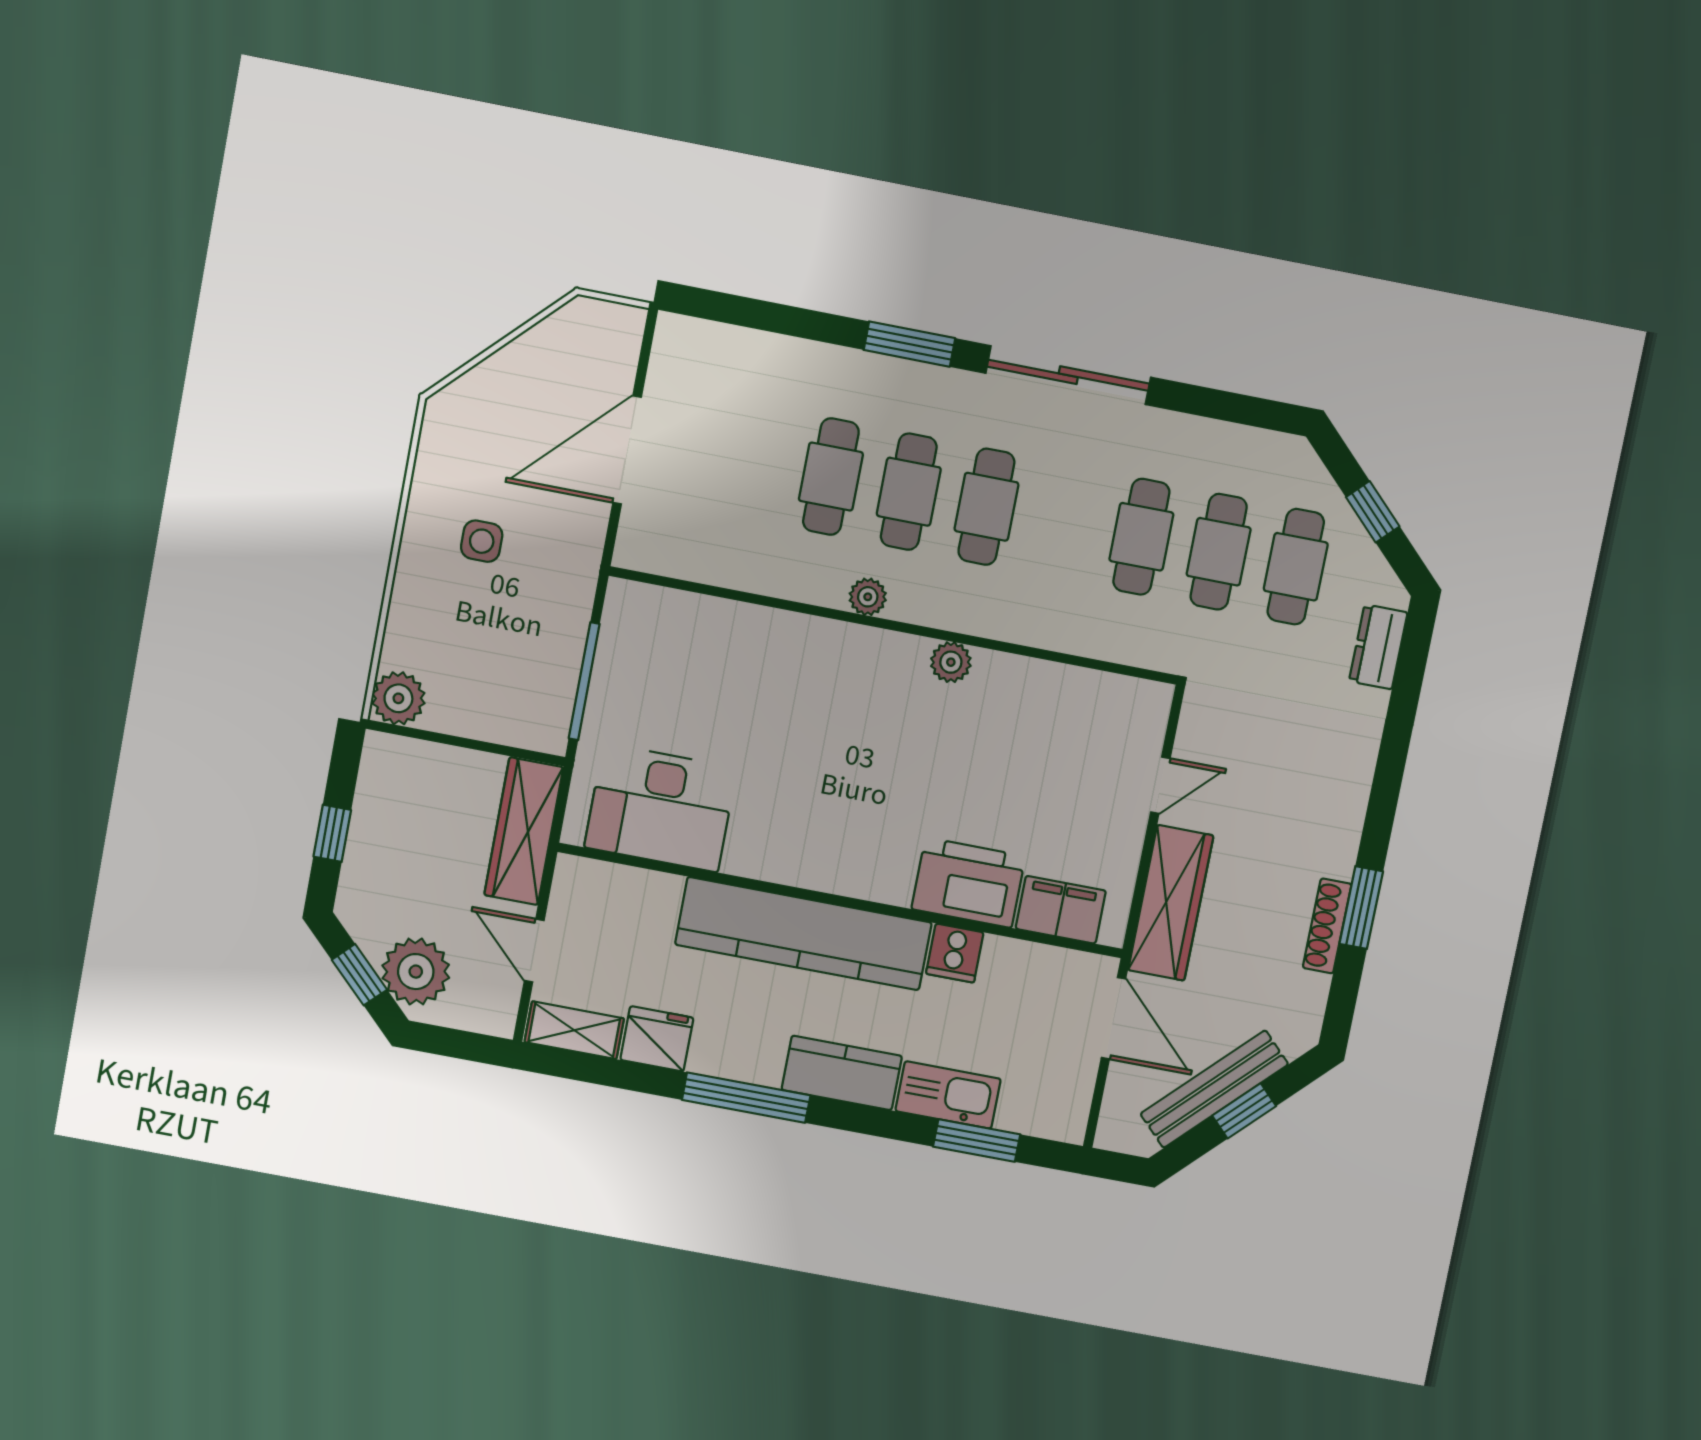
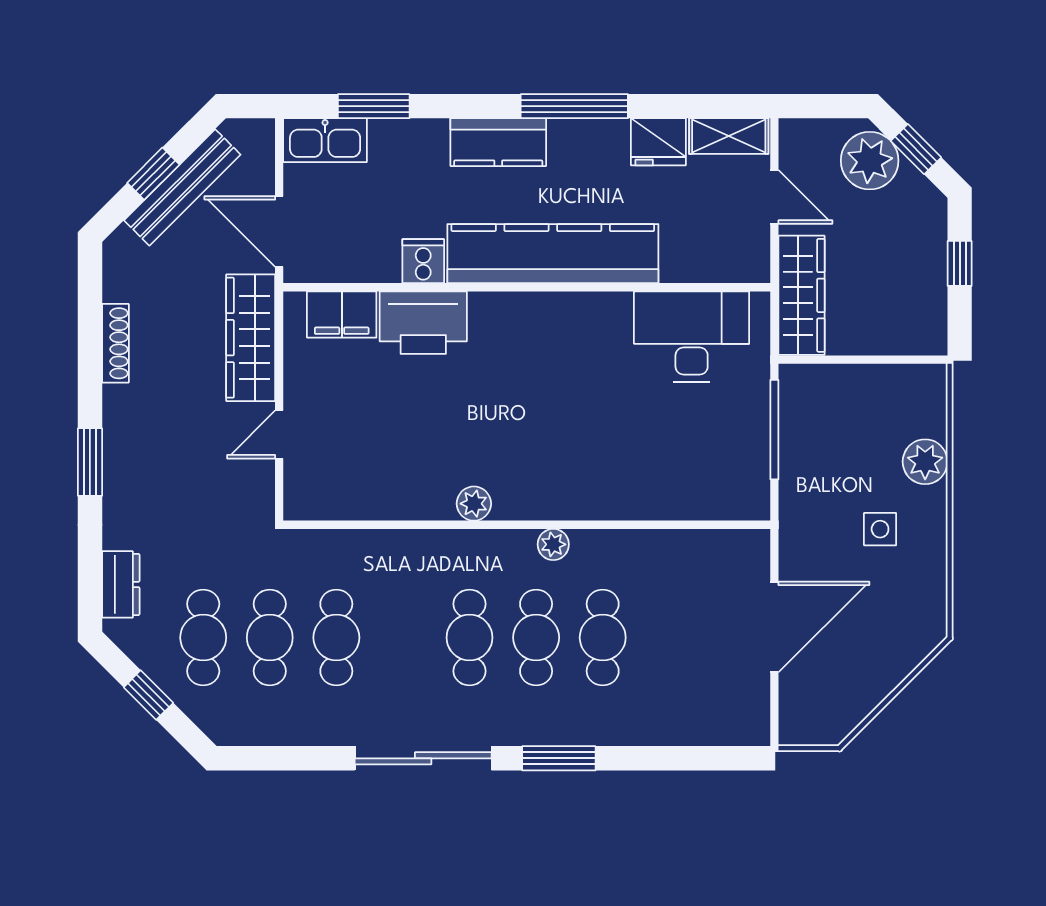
plant: (398, 698) -> (925, 462), moved
window: (1361, 908) -> (90, 462), moved
kitchen sink: (948, 1095) -> (325, 140), moved

